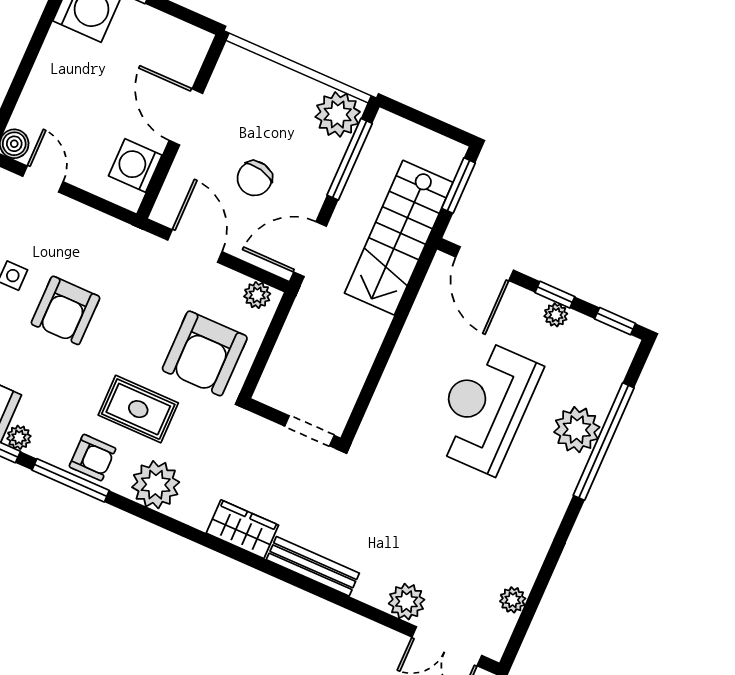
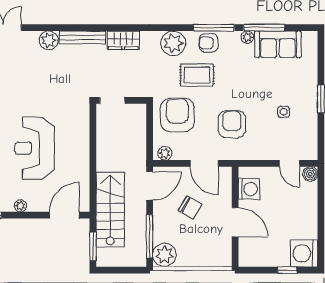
chair: (255, 178) -> (190, 208), turned 108
door: (485, 264) -> (65, 215), hinge flipped
window: (555, 295) -> (25, 215), removed
armchair: (66, 310) -> (232, 124), moved
reception desk: (485, 407) -> (35, 148), turned 180
plant: (407, 602) -> (49, 40), moved

